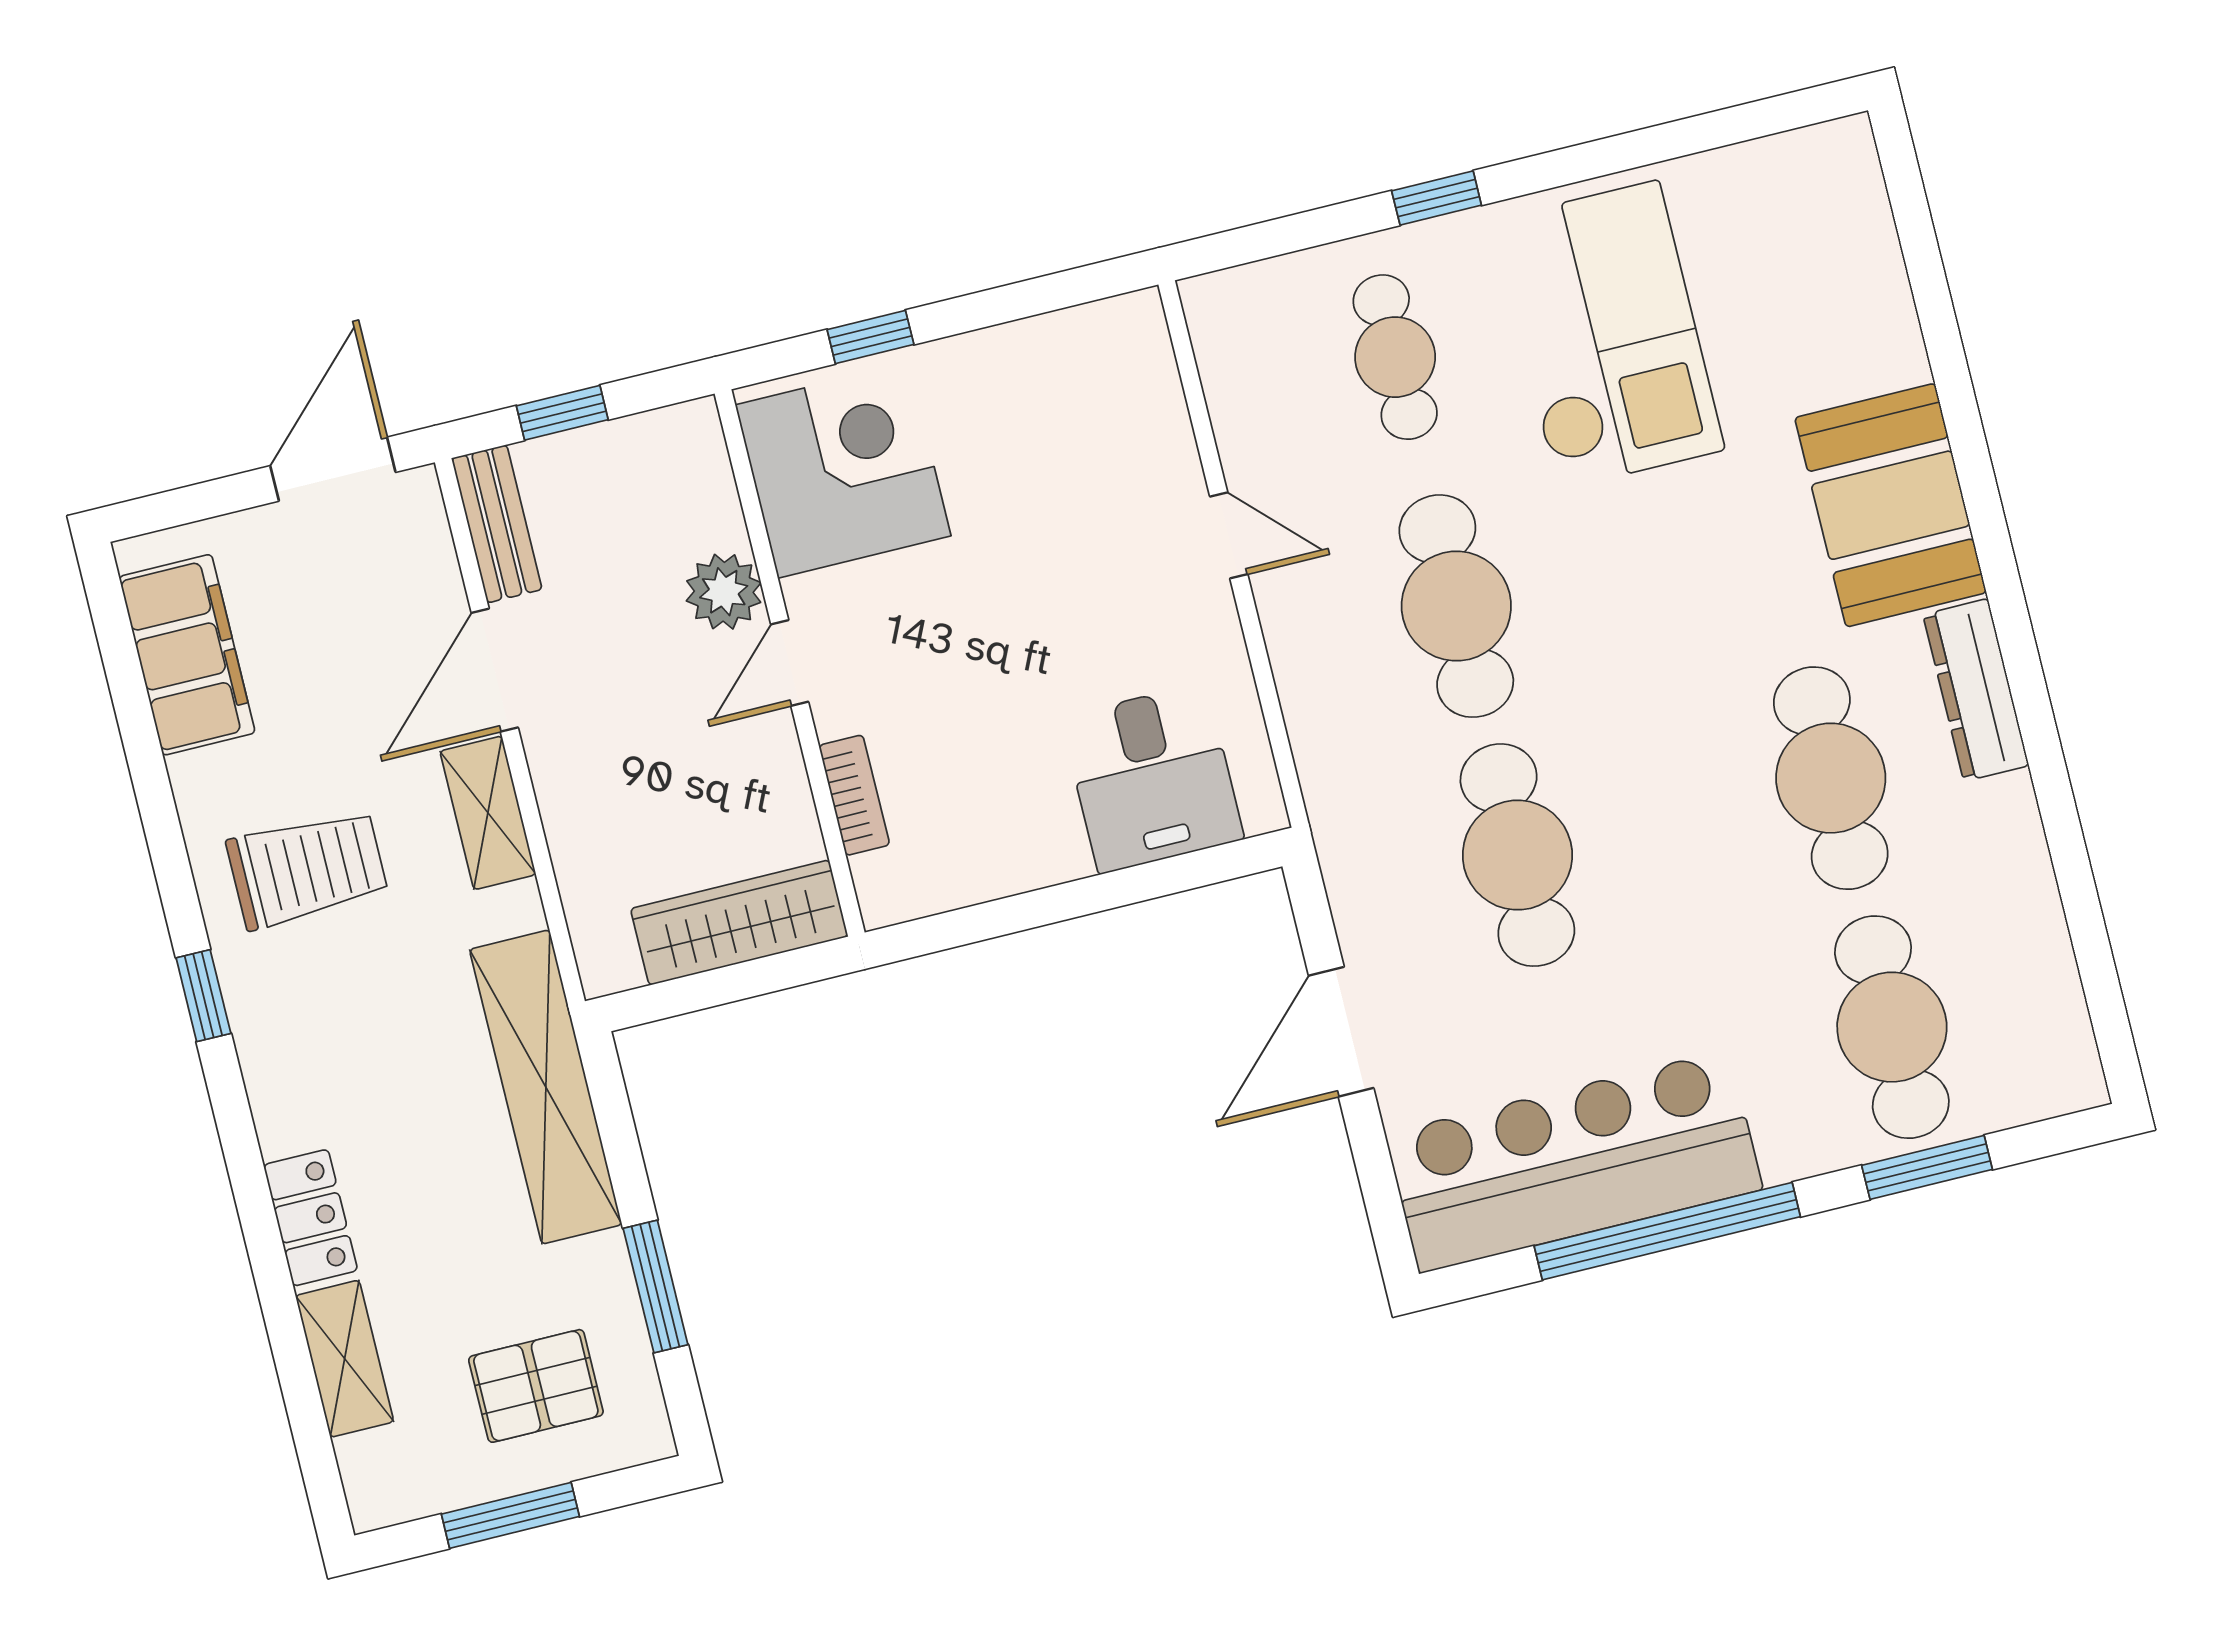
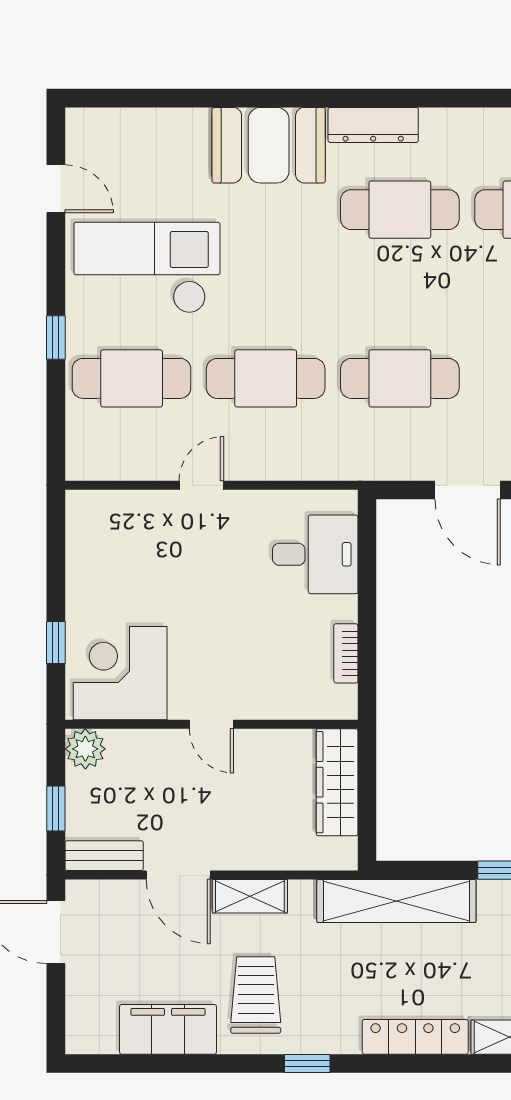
door: (1713, 130) -> (56, 189), added
cafe table: (1395, 357) -> (132, 378), width x1.37, depth x1.35
plant: (724, 592) -> (85, 749), moved
filing cabinet: (187, 655) -> (168, 1029), moved
bookcase: (854, 795) -> (346, 653), moved, turned -90
locker: (311, 1218) -> (415, 1037), width x1.53

